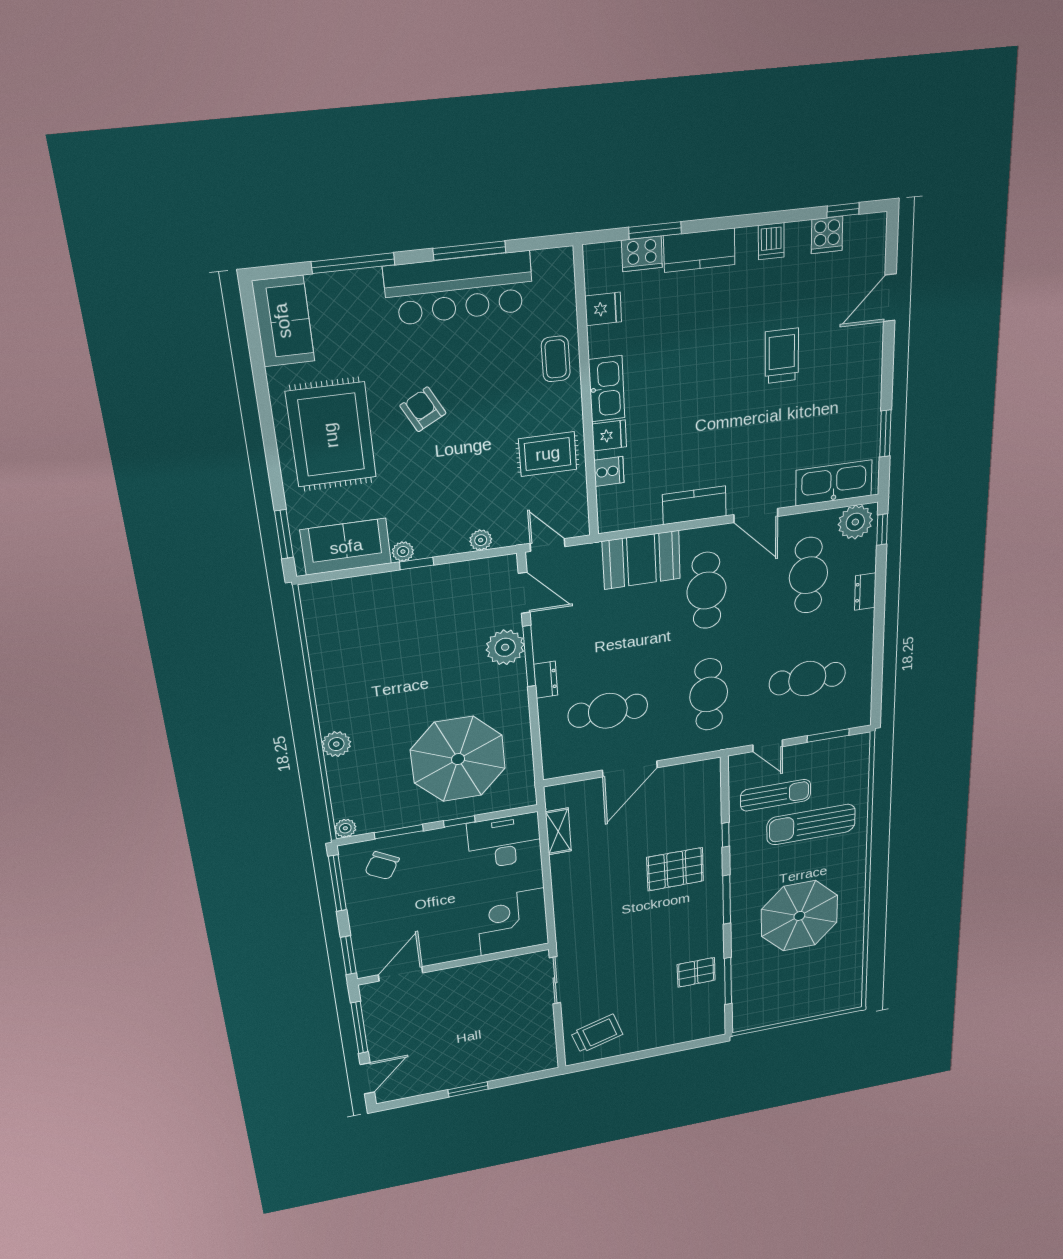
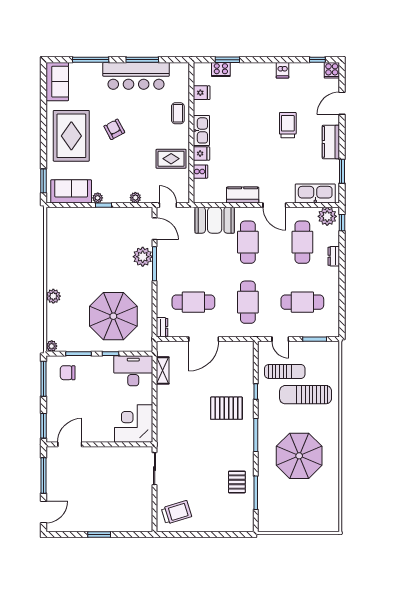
cooker: (827, 235) -> (332, 70), moved
kitchen counter: (699, 250) -> (331, 142), moved, turned 90
dresser: (546, 680) -> (162, 327), moved
chair: (382, 866) -> (68, 373), turned 61
pallet: (696, 972) -> (237, 482), turned 90

